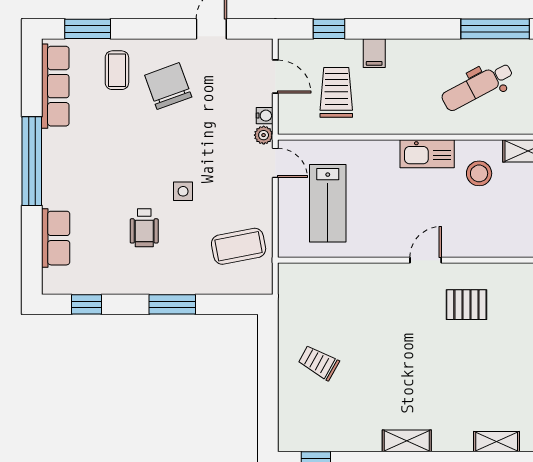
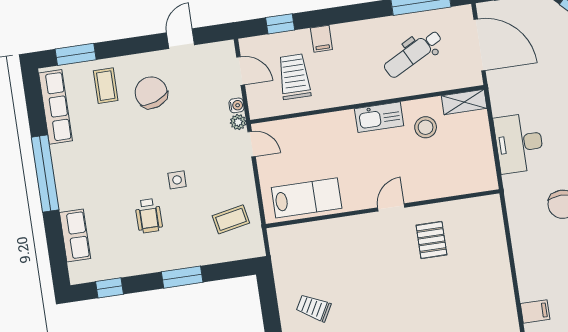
lab bench: (328, 203) -> (307, 198), moved, turned -90
coffee table: (239, 246) -> (231, 219), width x0.73, depth x0.77
pallet: (466, 305) -> (431, 240), turned 90

